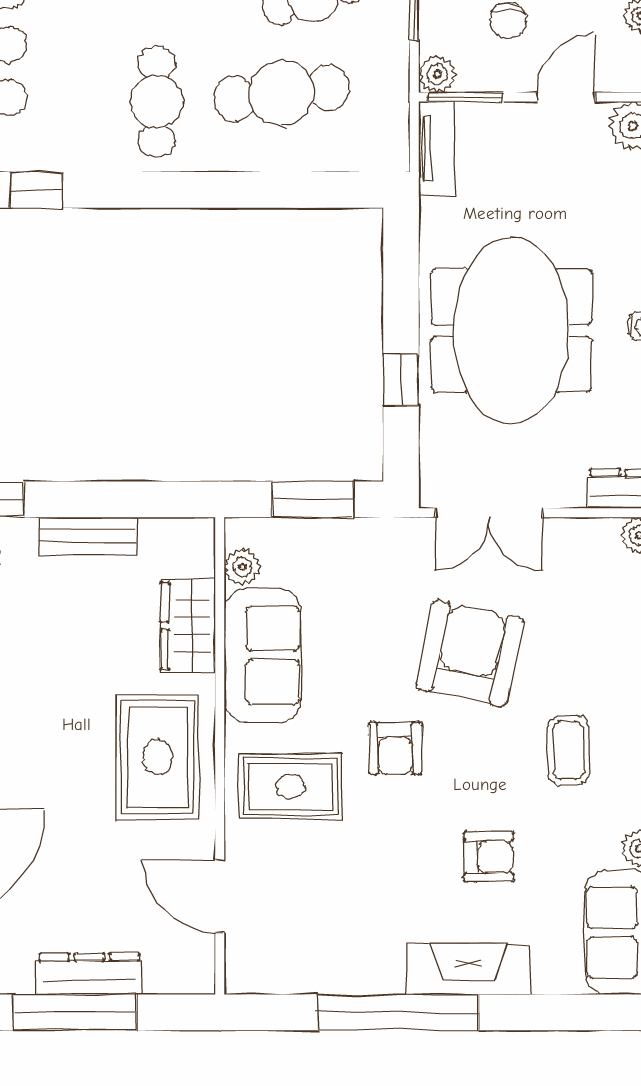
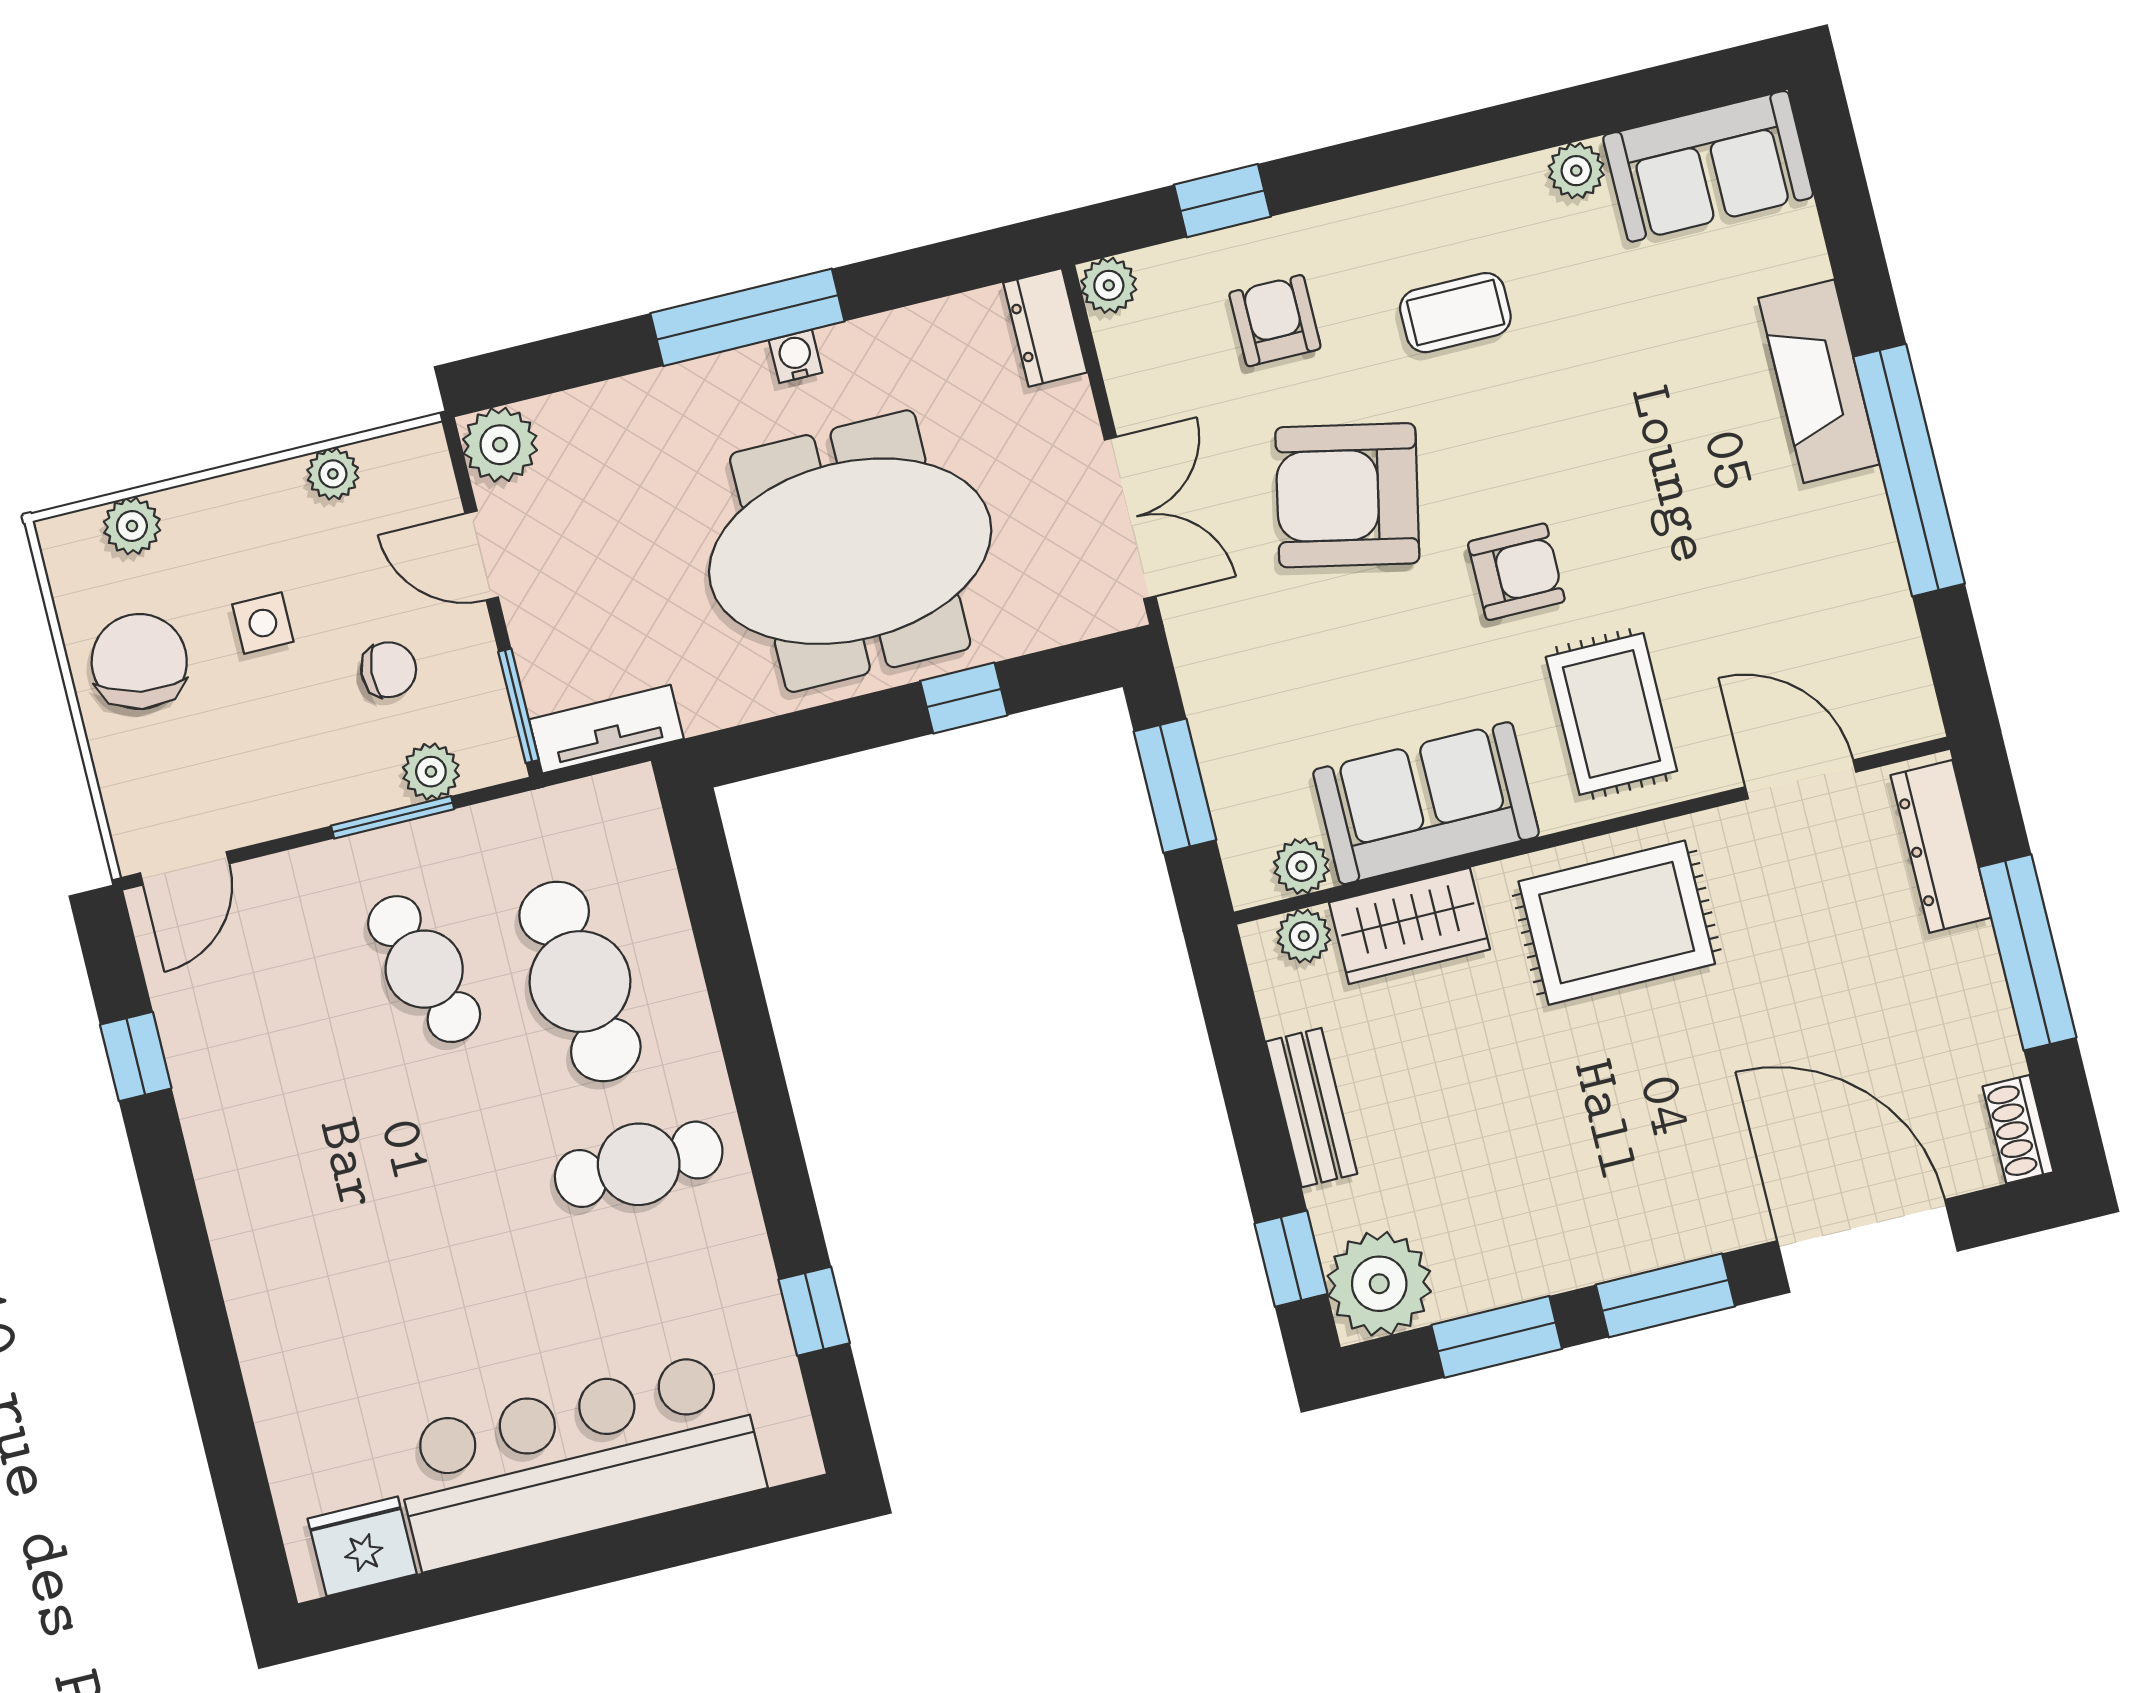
plant: (437, 74) -> (431, 772), moved
plant: (198, 558) -> (1304, 936), added
armchair: (489, 857) -> (1275, 321), moved
door: (220, 896) -> (1801, 779), swing flipped
dresser: (89, 974) -> (1941, 846), moved

